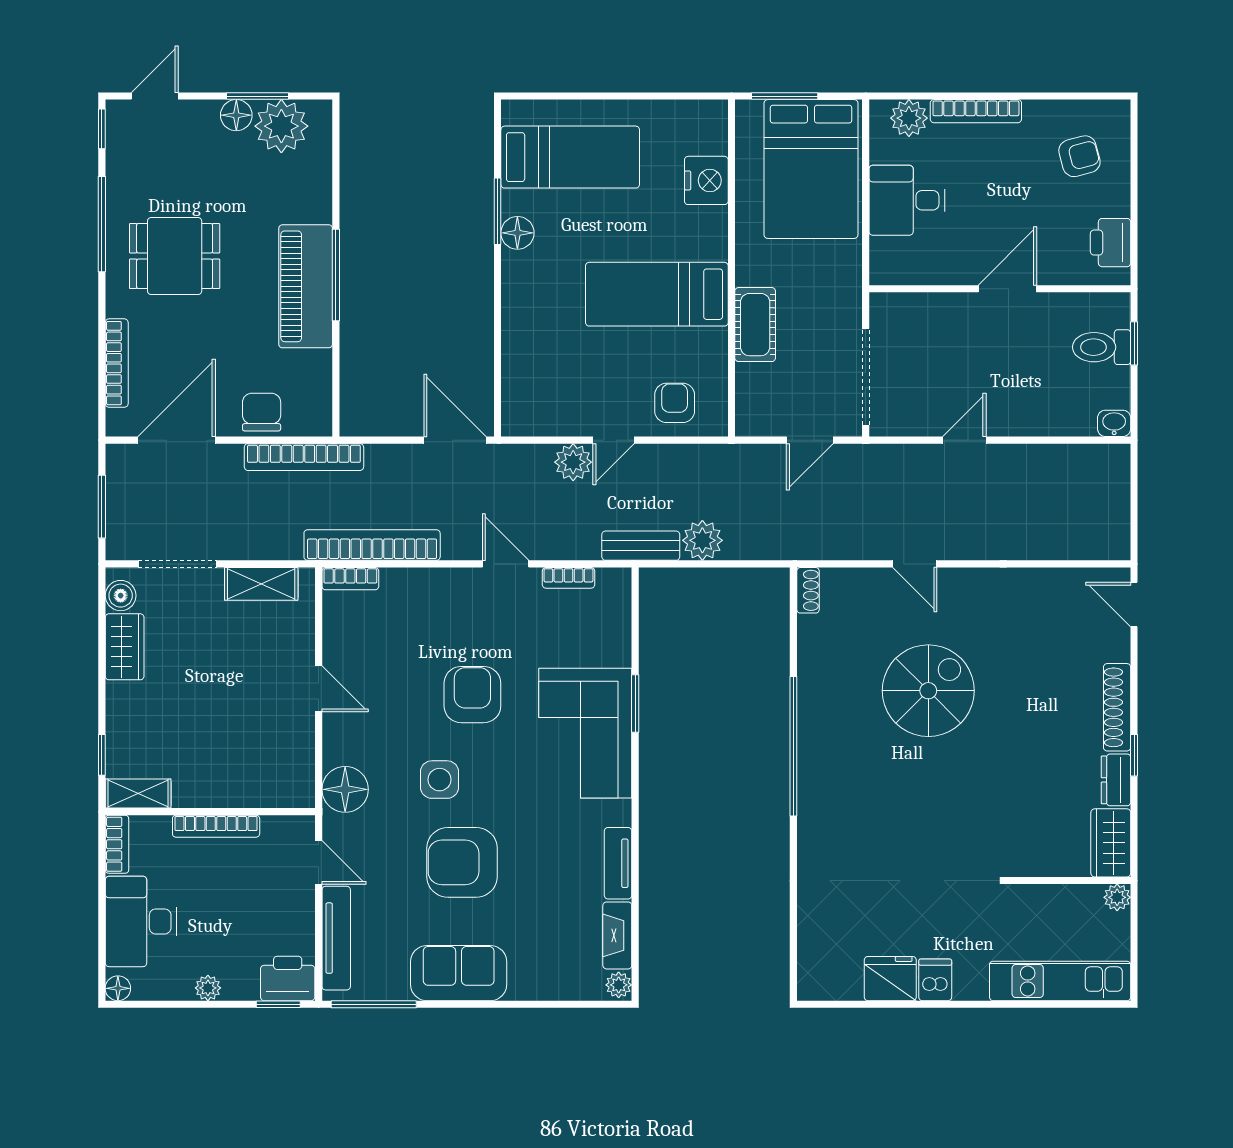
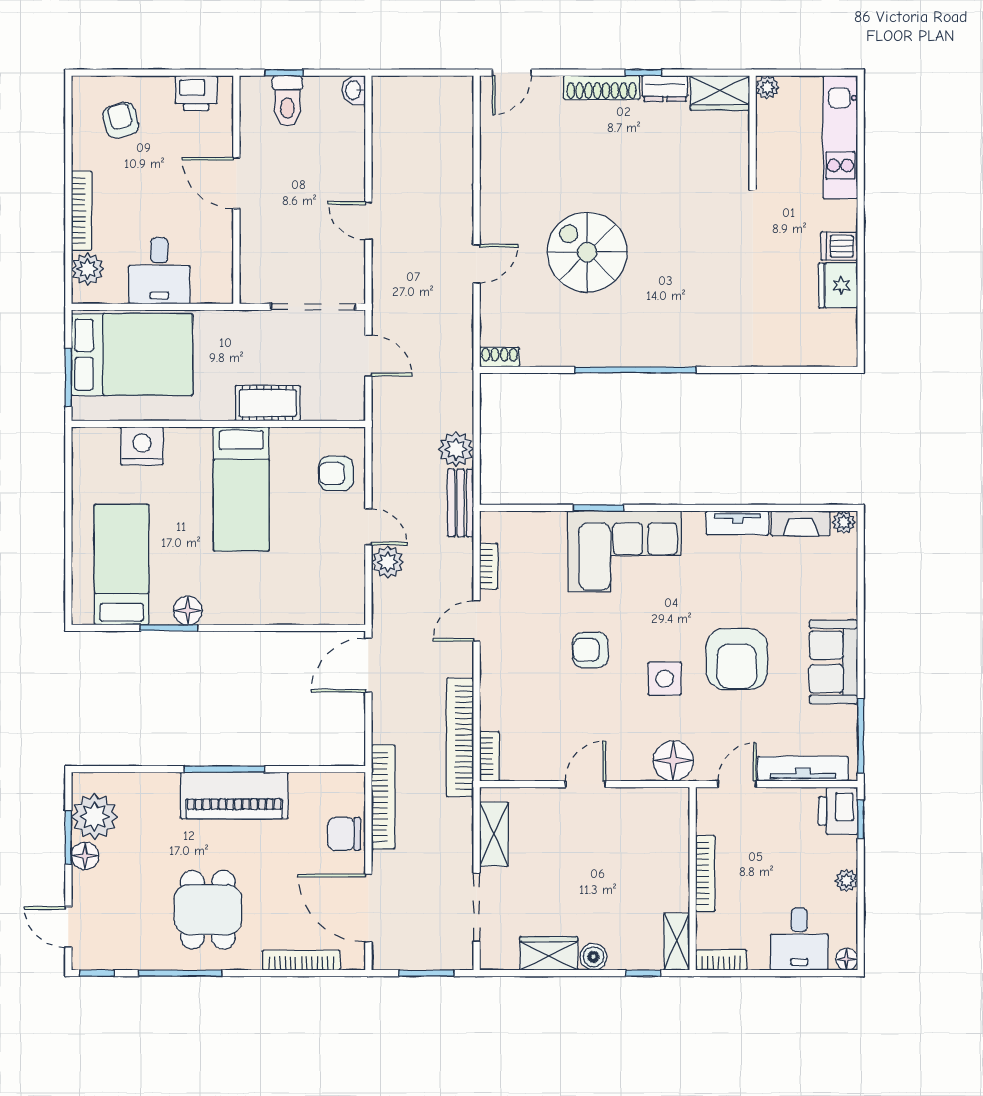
boiler: (121, 596) -> (593, 957), moved
armchair: (472, 695) -> (591, 650), width x0.72, depth x0.72
desk: (141, 921) -> (799, 939), width x0.73

